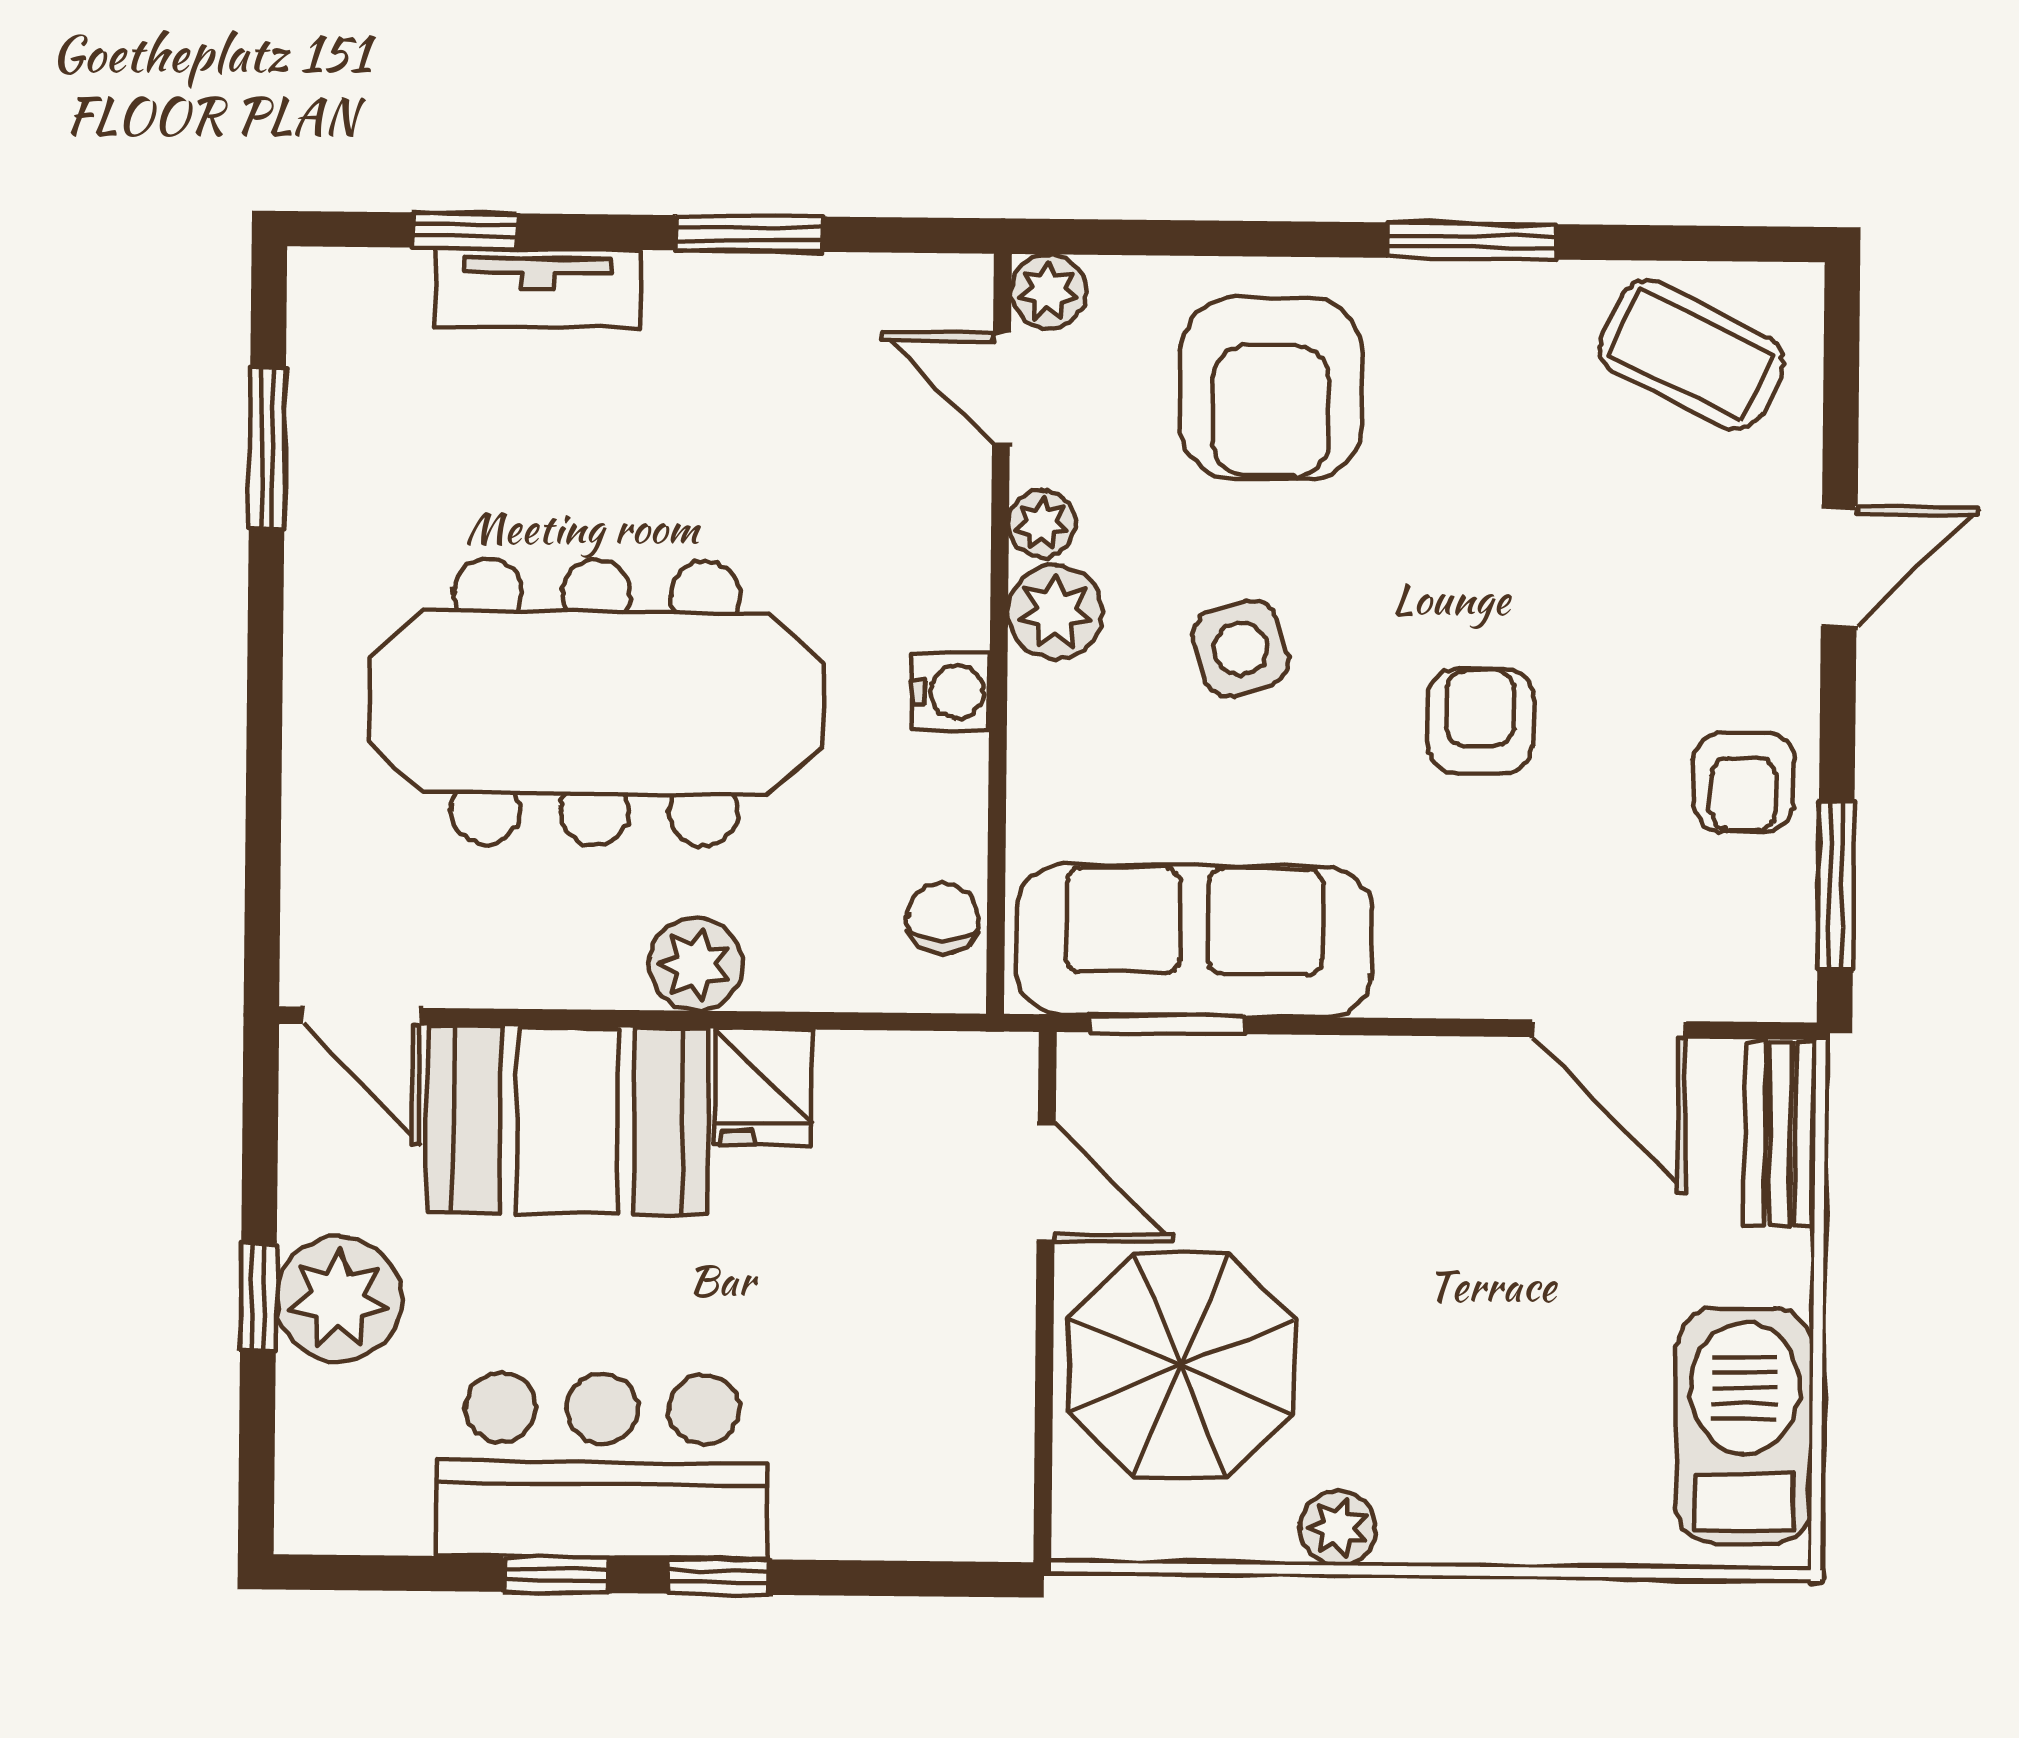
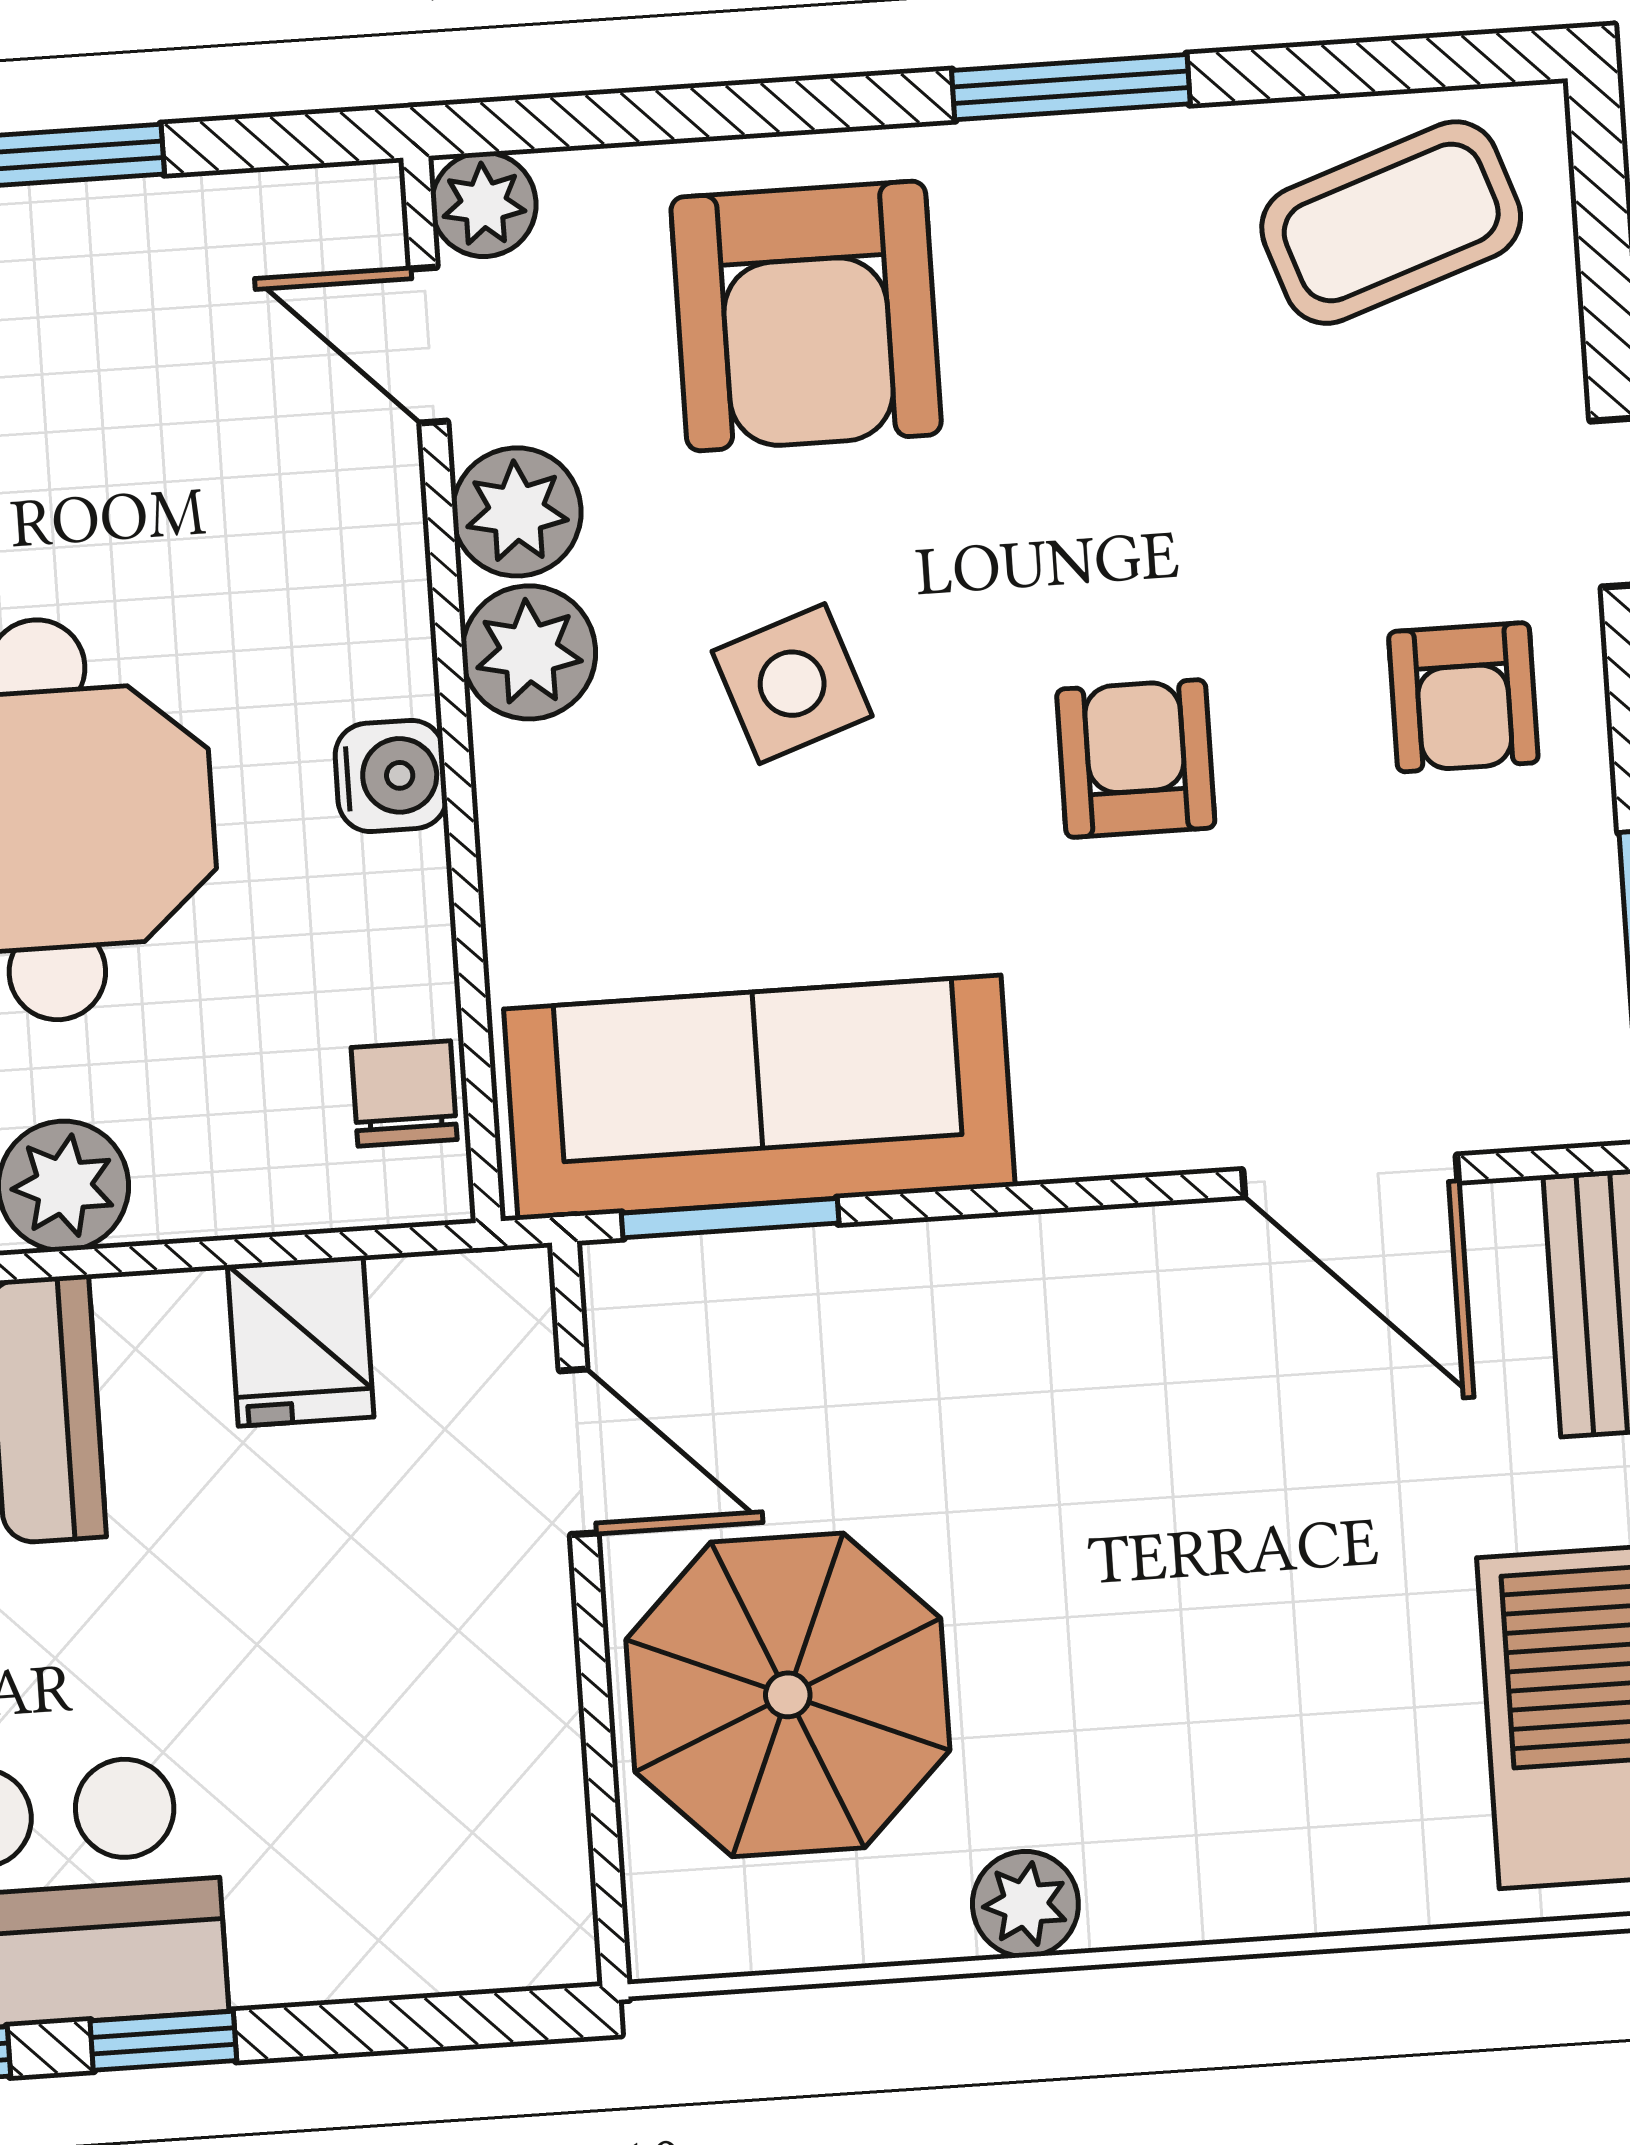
coffee table: (1691, 355) -> (1391, 223), turned -45
plant: (1042, 524) -> (517, 512), width x1.38, depth x1.38
armchair: (1744, 782) -> (1463, 697), moved
fridge: (763, 1087) -> (301, 1341), moved

